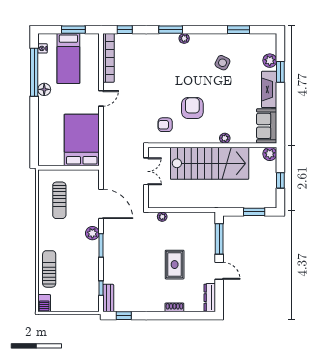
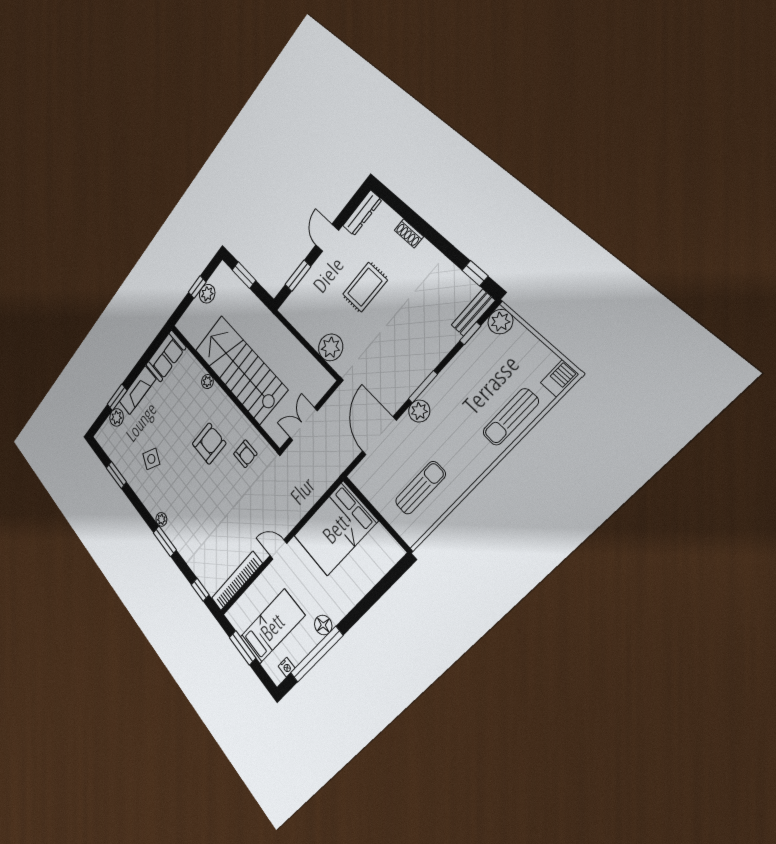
armchair: (192, 108) -> (209, 444), turned 180
plant: (270, 154) -> (207, 294), moved
plant: (162, 217) -> (331, 347), width x1.88, depth x1.88
window: (219, 239) -> (298, 276), width x0.69
plant: (92, 305) -> (500, 322), added

